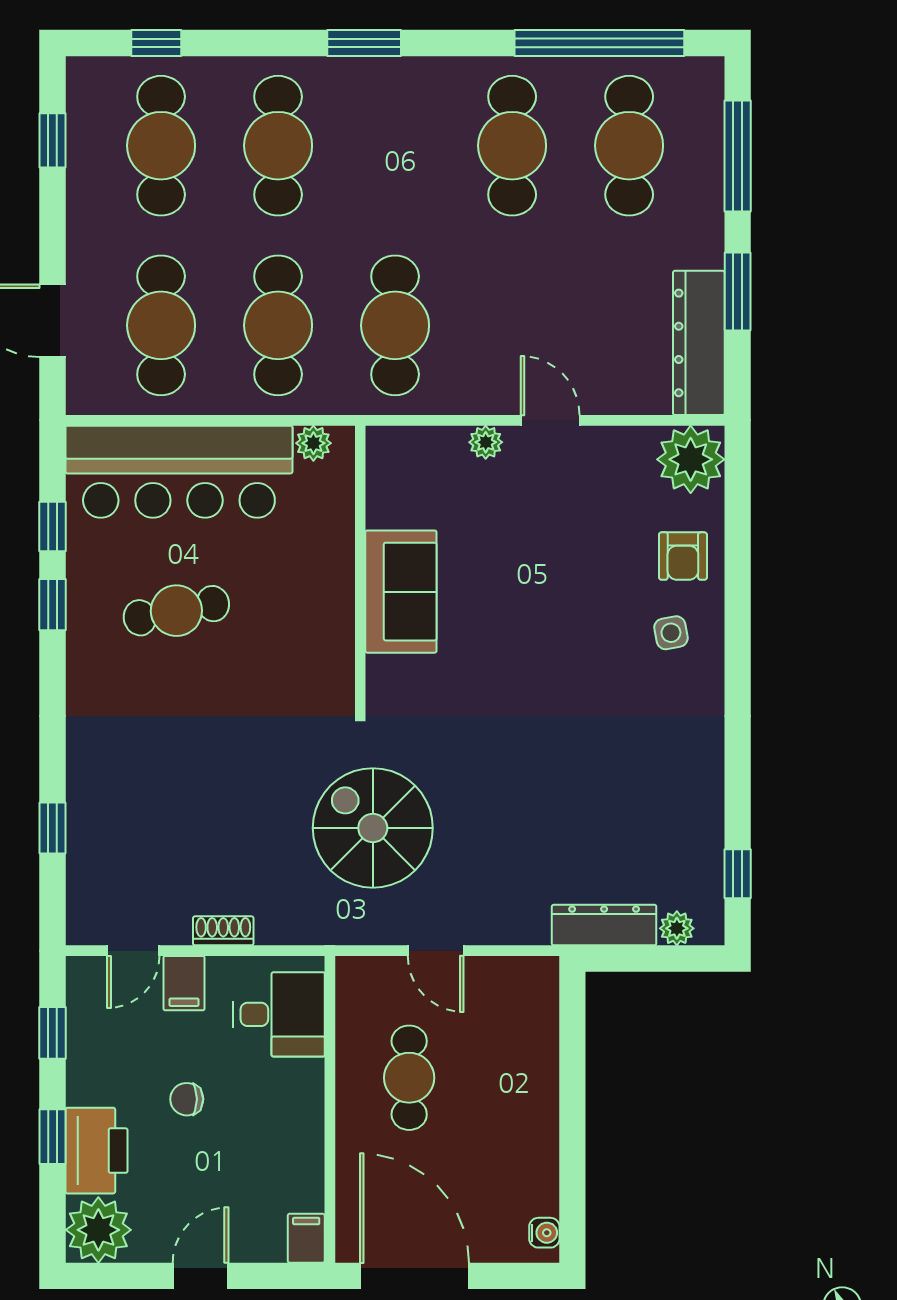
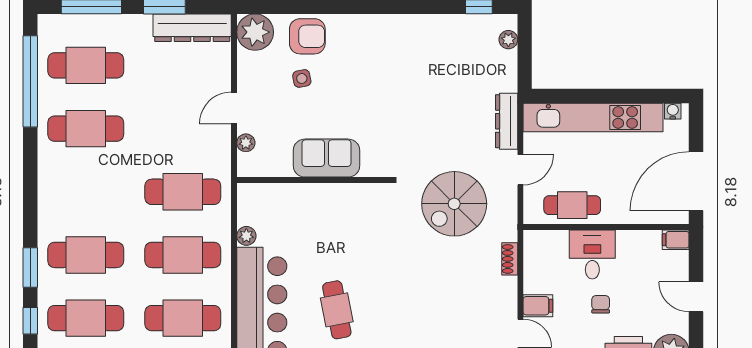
window: (364, 43) -> (30, 268), moved
armchair: (683, 556) -> (307, 36), width x1.38, depth x1.38
wall: (360, 568) -> (314, 180), moved
sofa: (401, 592) -> (326, 158), moved
side table: (671, 633) -> (302, 78), moved
dresser: (604, 925) -> (507, 121), moved
shoe rack: (223, 931) -> (510, 259), moved
desk: (279, 1014) -> (592, 254), moved
cafe table: (409, 1078) -> (572, 205), moved
kitchen unit: (533, 1085) -> (593, 117), added
chair: (187, 1099) -> (601, 304), turned 180

